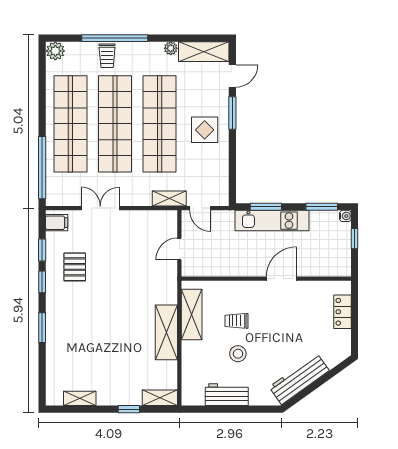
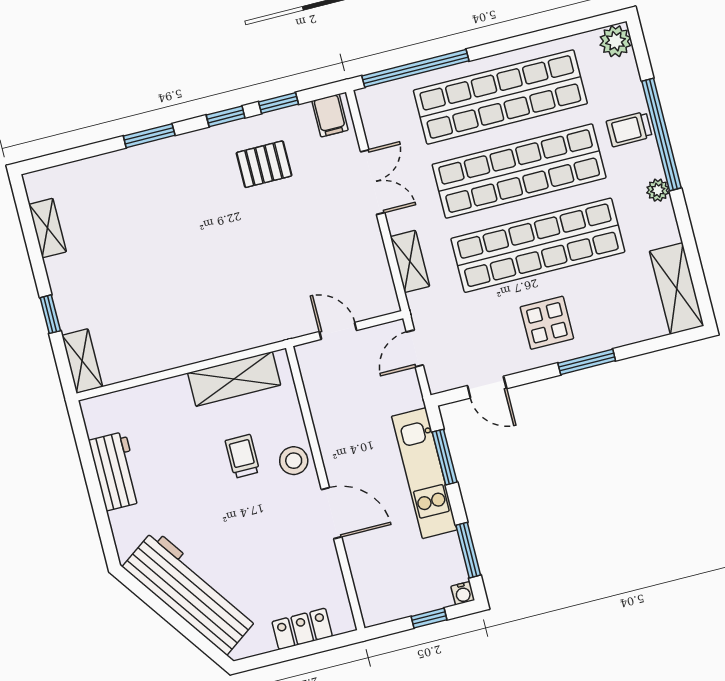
plant: (171, 48) -> (658, 190), moved
door: (232, 76) -> (487, 387), moved
shelving: (169, 198) -> (410, 261), moved
shelving: (166, 332) -> (194, 344), removed
stool: (238, 354) -> (294, 461), moved
workbench: (299, 379) -> (190, 592), width x1.36, depth x1.32

